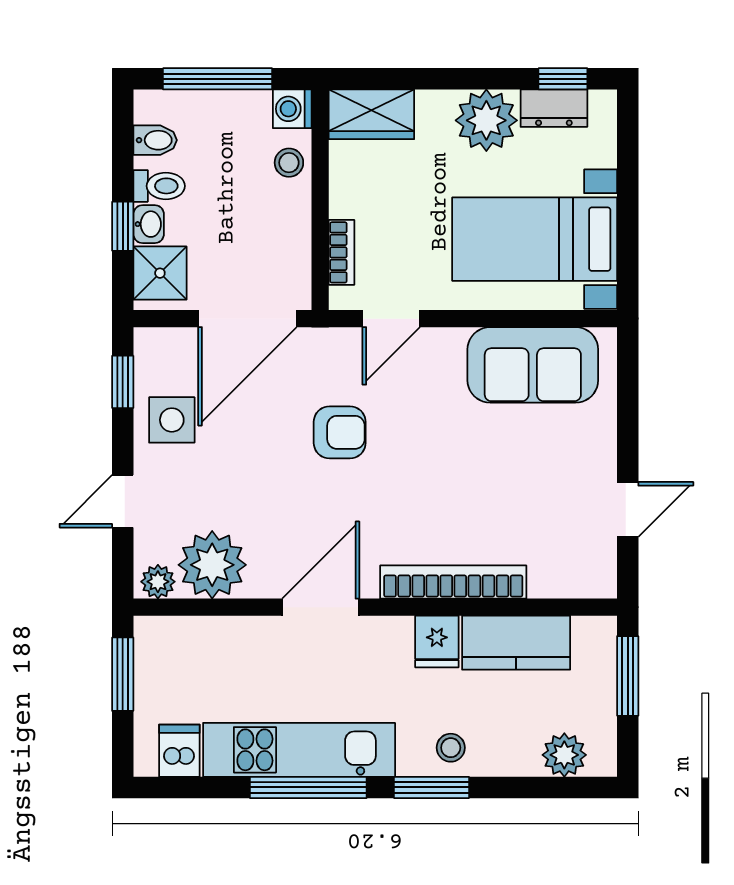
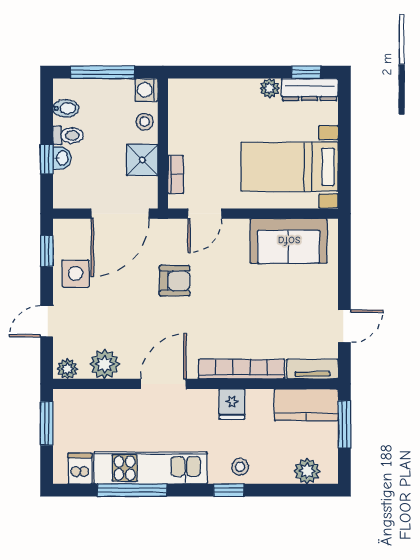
dresser: (554, 108) -> (310, 90), width x1.44
wardrobe: (371, 114) -> (193, 93), removed
plant: (486, 120) -> (270, 88), width x0.53, depth x0.53
shower: (160, 273) -> (142, 160), moved
plant: (212, 565) -> (105, 364), width x0.73, depth x0.73
tv unit: (573, 582) -> (312, 369), added
kitchen counter: (516, 643) -> (306, 405), moved
window: (308, 787) -> (132, 490), moved
window: (432, 787) -> (229, 490), width x0.67

